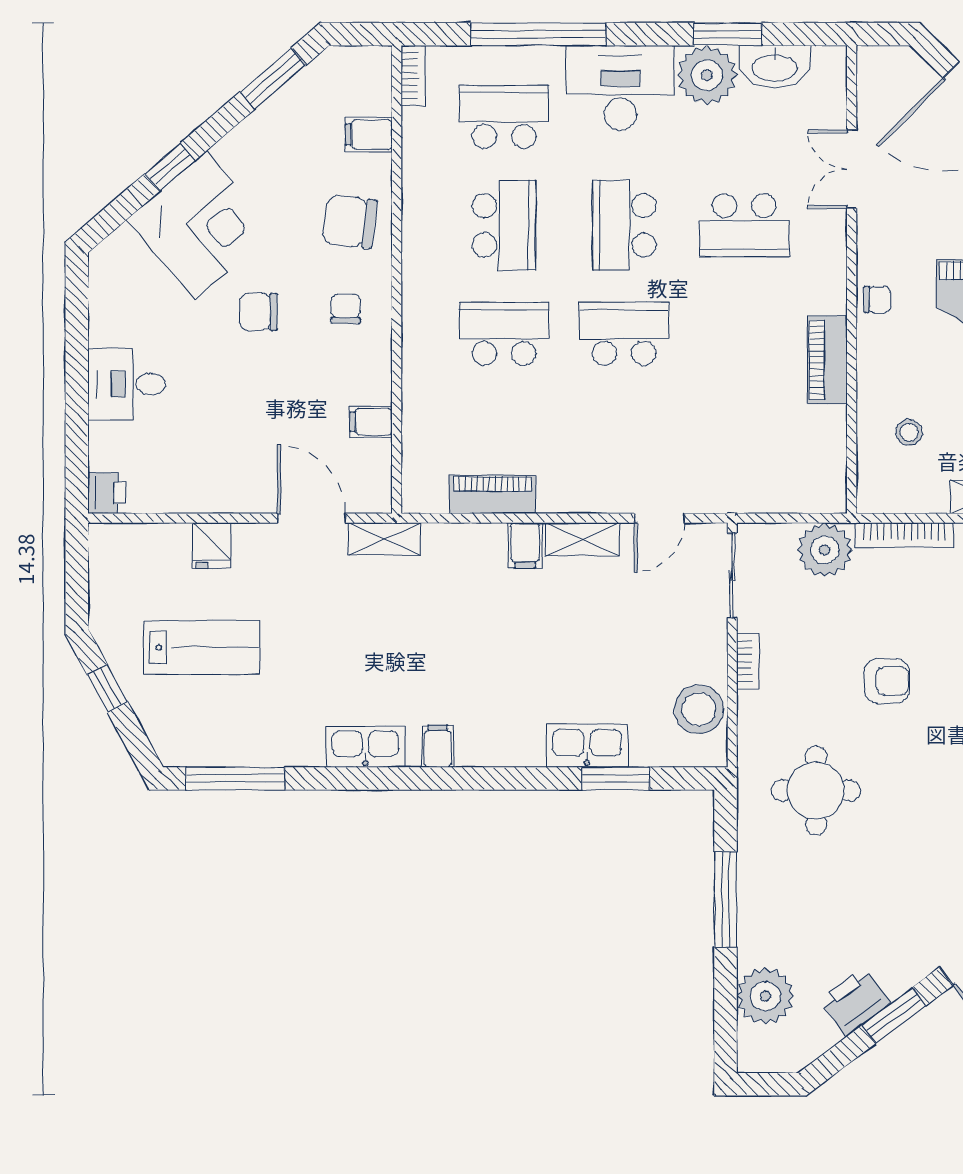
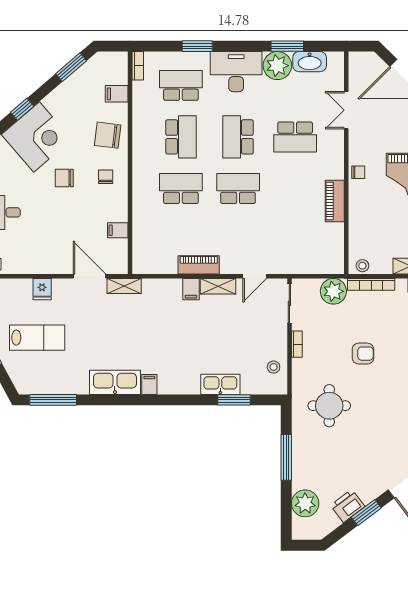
window: (538, 34) -> (197, 46), width x0.47
stool: (909, 432) -> (362, 266), moved
piano: (492, 494) -> (199, 265), moved
stool: (699, 709) -> (274, 367), width x0.53, depth x0.53
kitchen sink: (365, 747) -> (115, 382), width x1.36, depth x1.24

